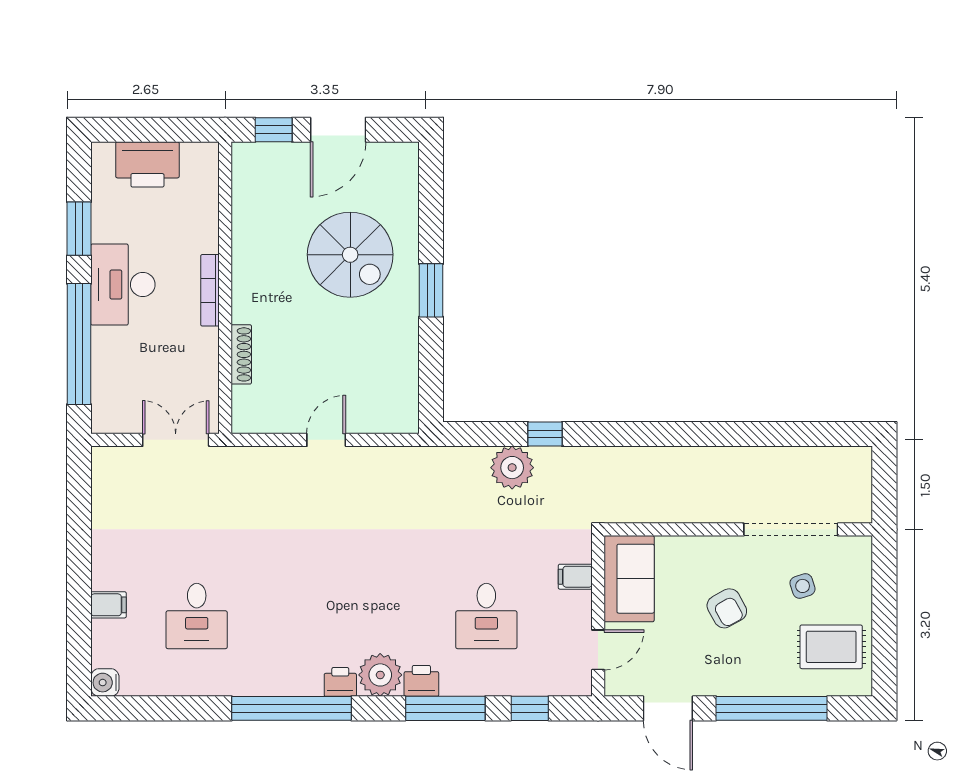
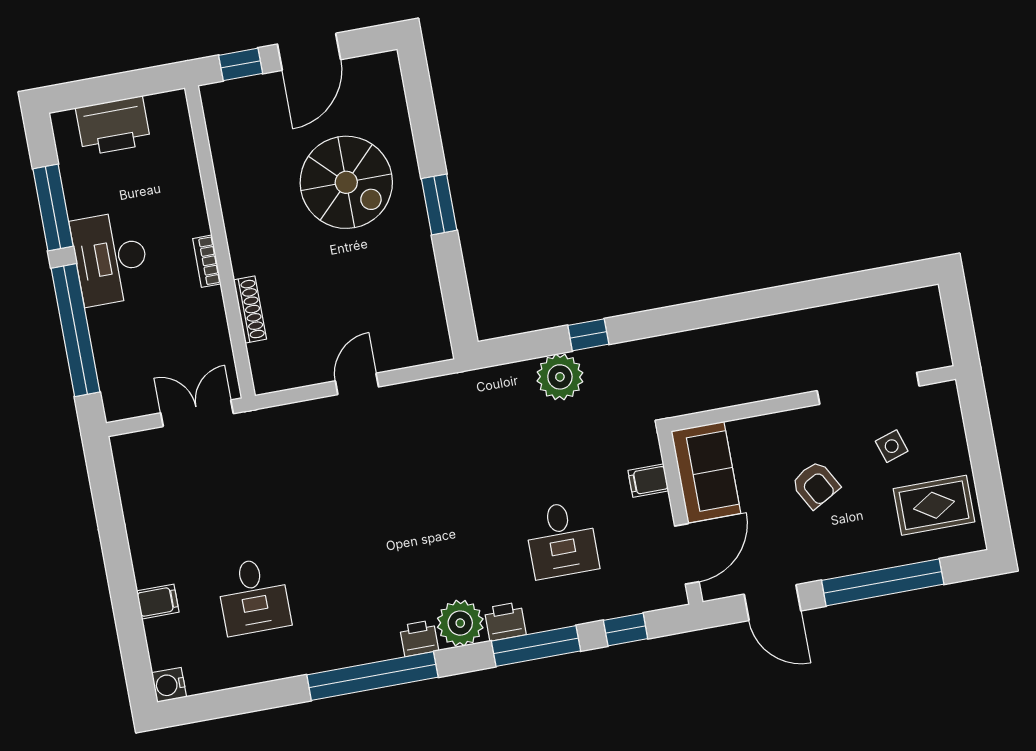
window: (79, 229) -> (53, 208), width x1.44
bookcase: (210, 290) -> (207, 261), width x0.64
door: (598, 650) -> (687, 554), width x1.38

